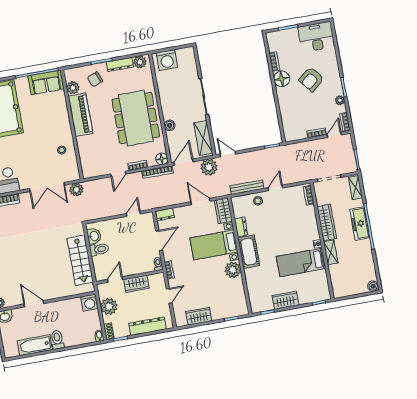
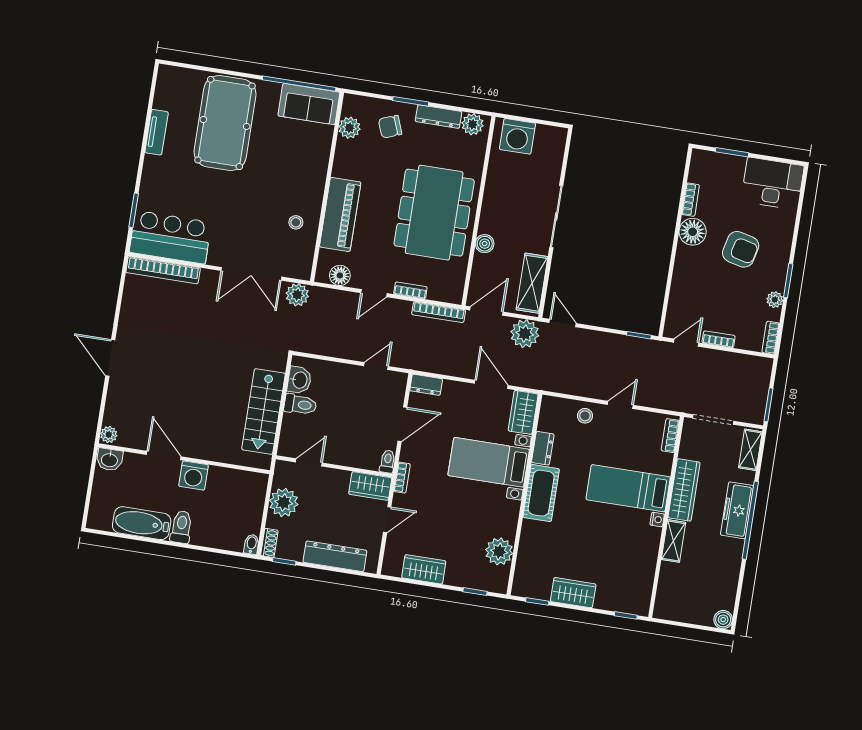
armchair: (311, 79) -> (741, 249), turned -129
piano: (80, 115) -> (340, 214), moved
door: (334, 135) -> (686, 343), moved
floor lamp: (162, 159) -> (340, 275), moved
bench: (247, 187) -> (575, 388), removed
bed: (301, 262) -> (628, 488), moved
plant: (233, 270) -> (499, 551), moved
wardrobe: (136, 284) -> (370, 486), moved
washing machine: (89, 303) -> (193, 476), moved

